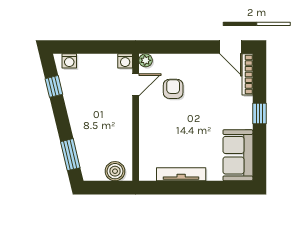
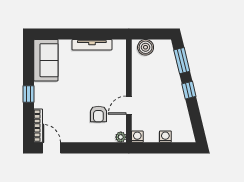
washing machine: (69, 61) -> (165, 137), moved
door: (136, 85) -> (129, 105), moved
window: (54, 86) -> (189, 90), moved

